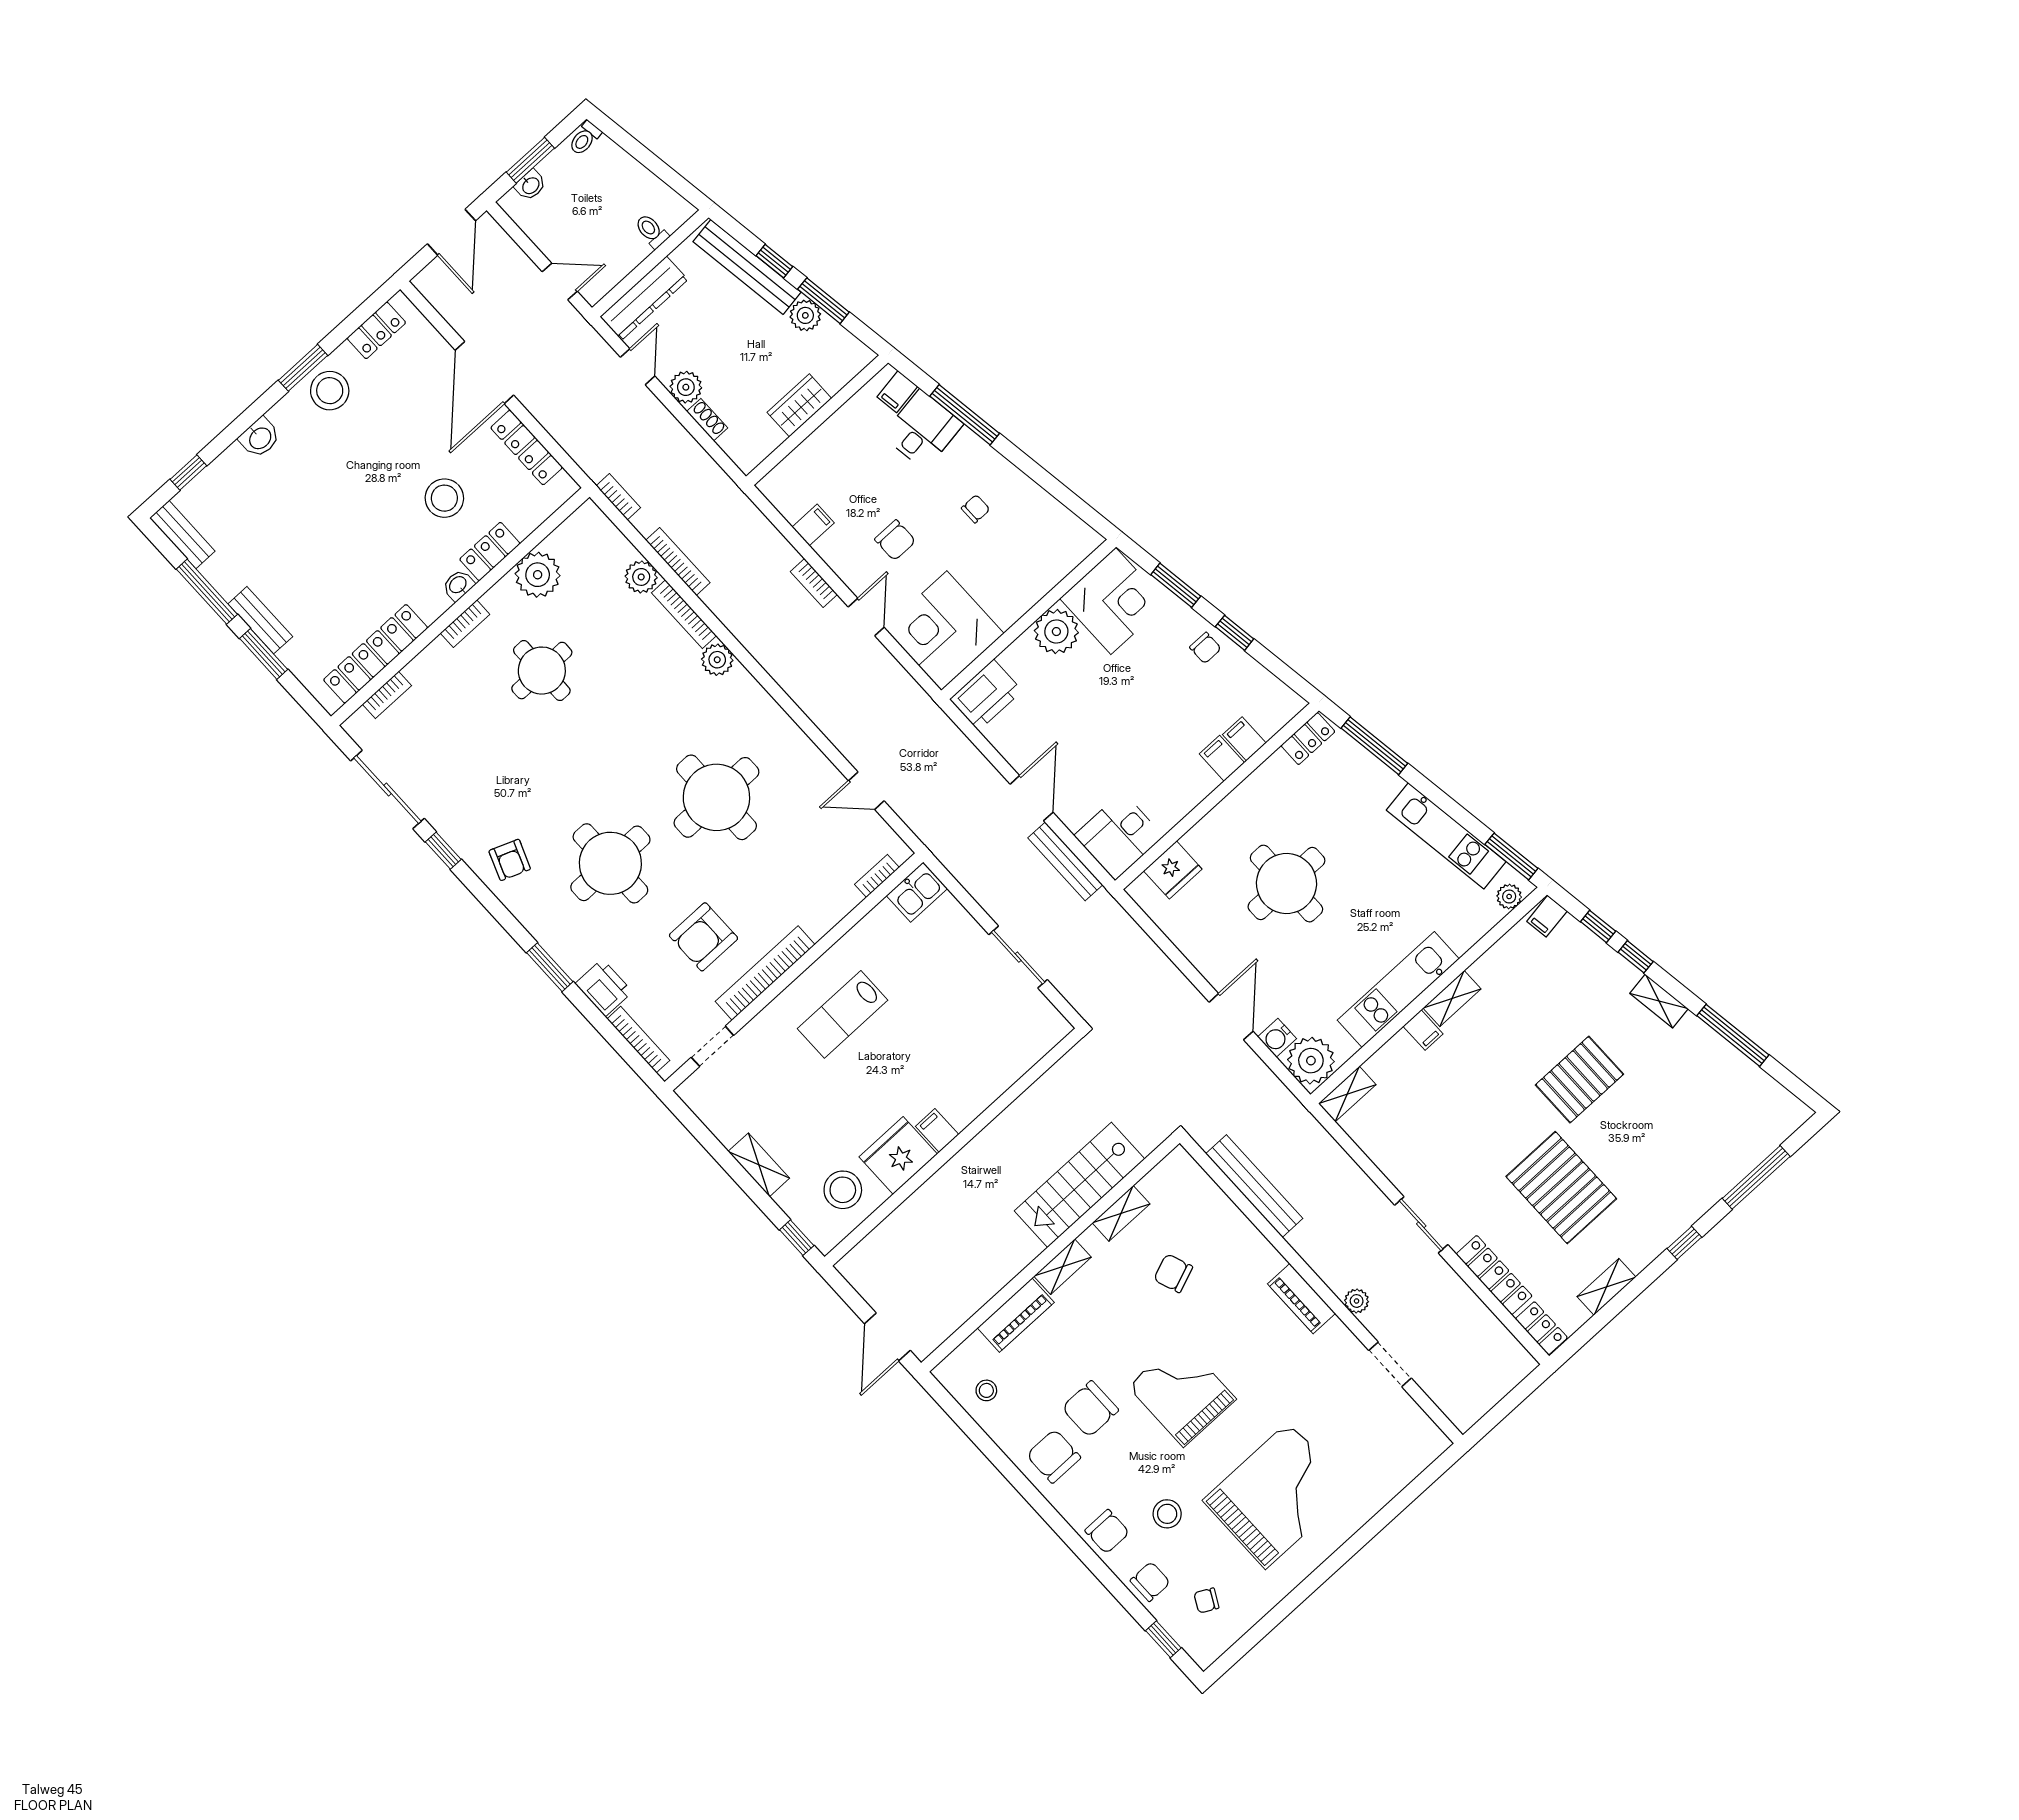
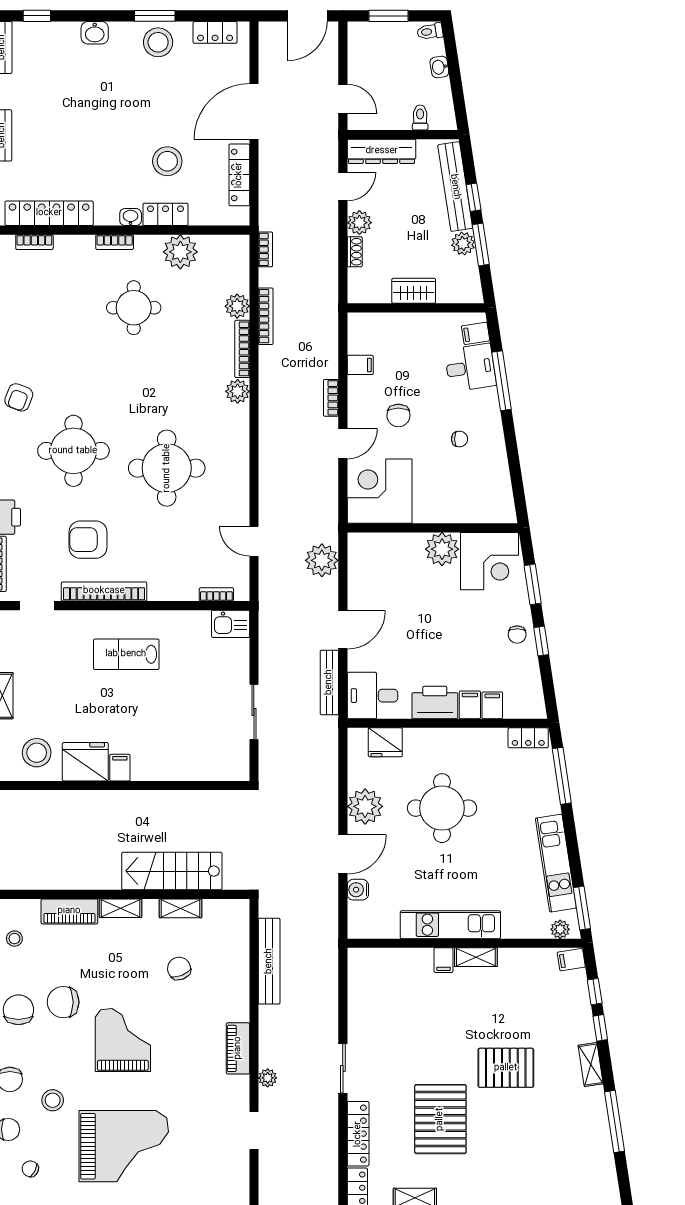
washbasin: (530, 185) -> (439, 67), moved, turned 81
printer: (986, 695) -> (435, 702), moved, turned 180
plant: (949, 749) -> (322, 560), added
plant: (1311, 1061) -> (365, 806), moved
shelving: (1347, 1094) -> (368, 957), removed

